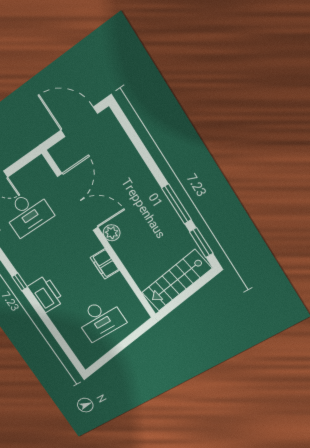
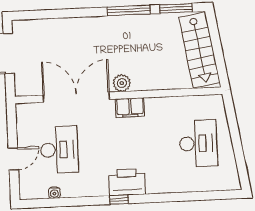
filing cabinet: (105, 264) -> (130, 107), moved
printer: (46, 294) -> (127, 182), moved

